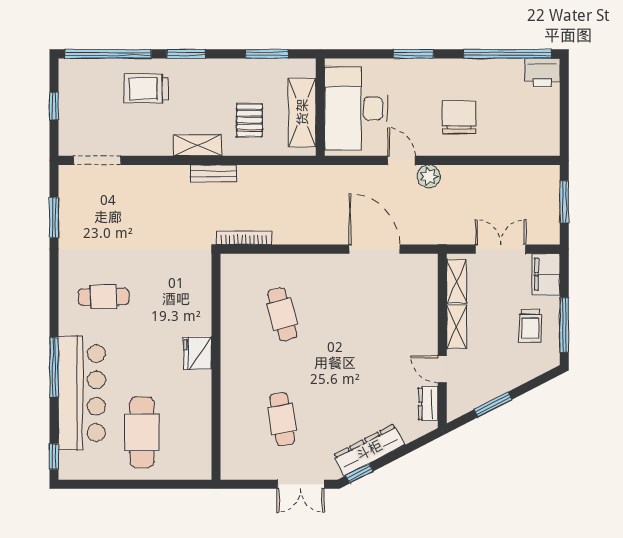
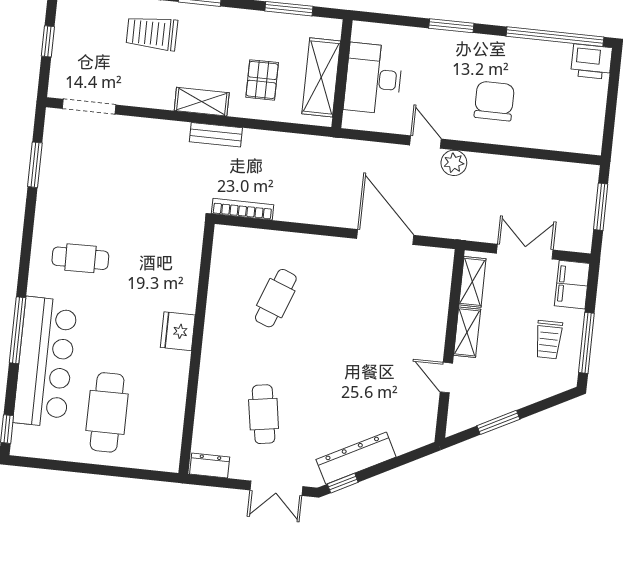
desk: (356, 109) -> (373, 79), width x0.73, depth x0.77
cafe table: (282, 314) -> (276, 298), turned 36
dresser: (428, 404) -> (210, 466), moved, turned 90

